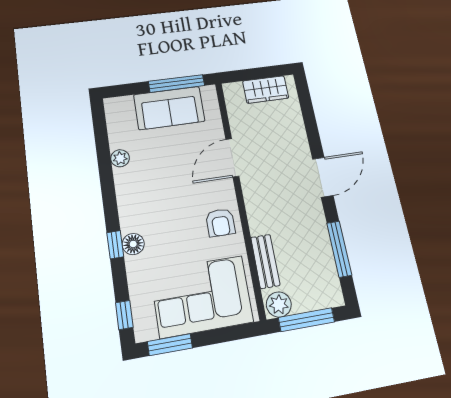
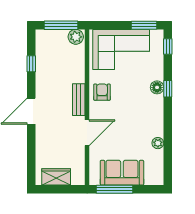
window: (339, 249) -> (31, 64), width x0.46
bench: (265, 261) -> (79, 100), moved

